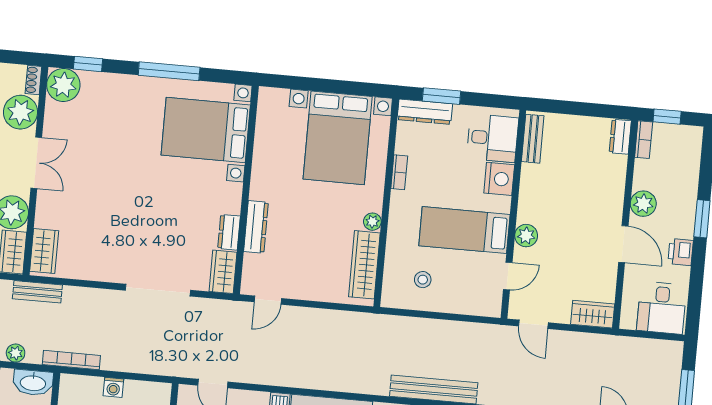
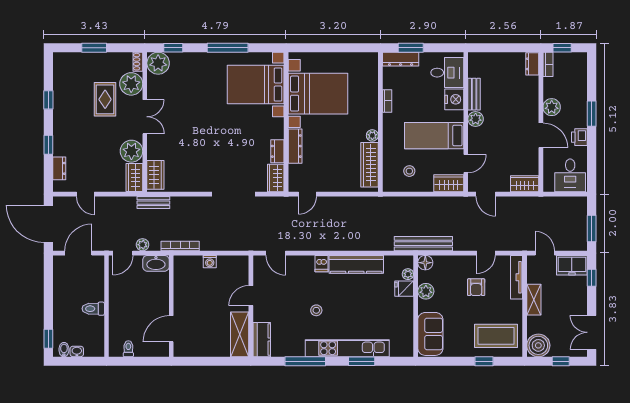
bed with nightstands: (338, 138) -> (318, 94), moved, turned -90
bench: (533, 139) -> (474, 94), moved
plant: (526, 236) -> (476, 119), moved
wardrobe: (480, 303) -> (449, 183), added

